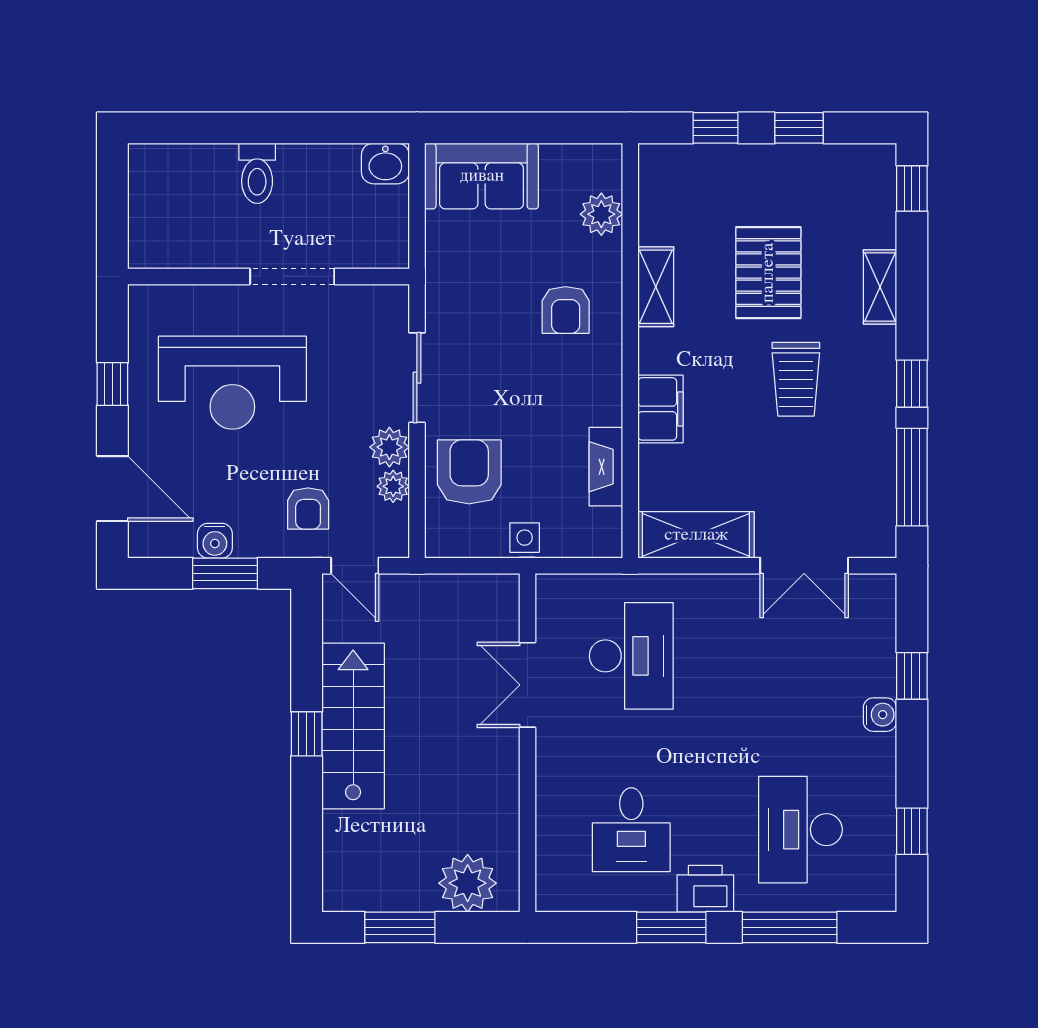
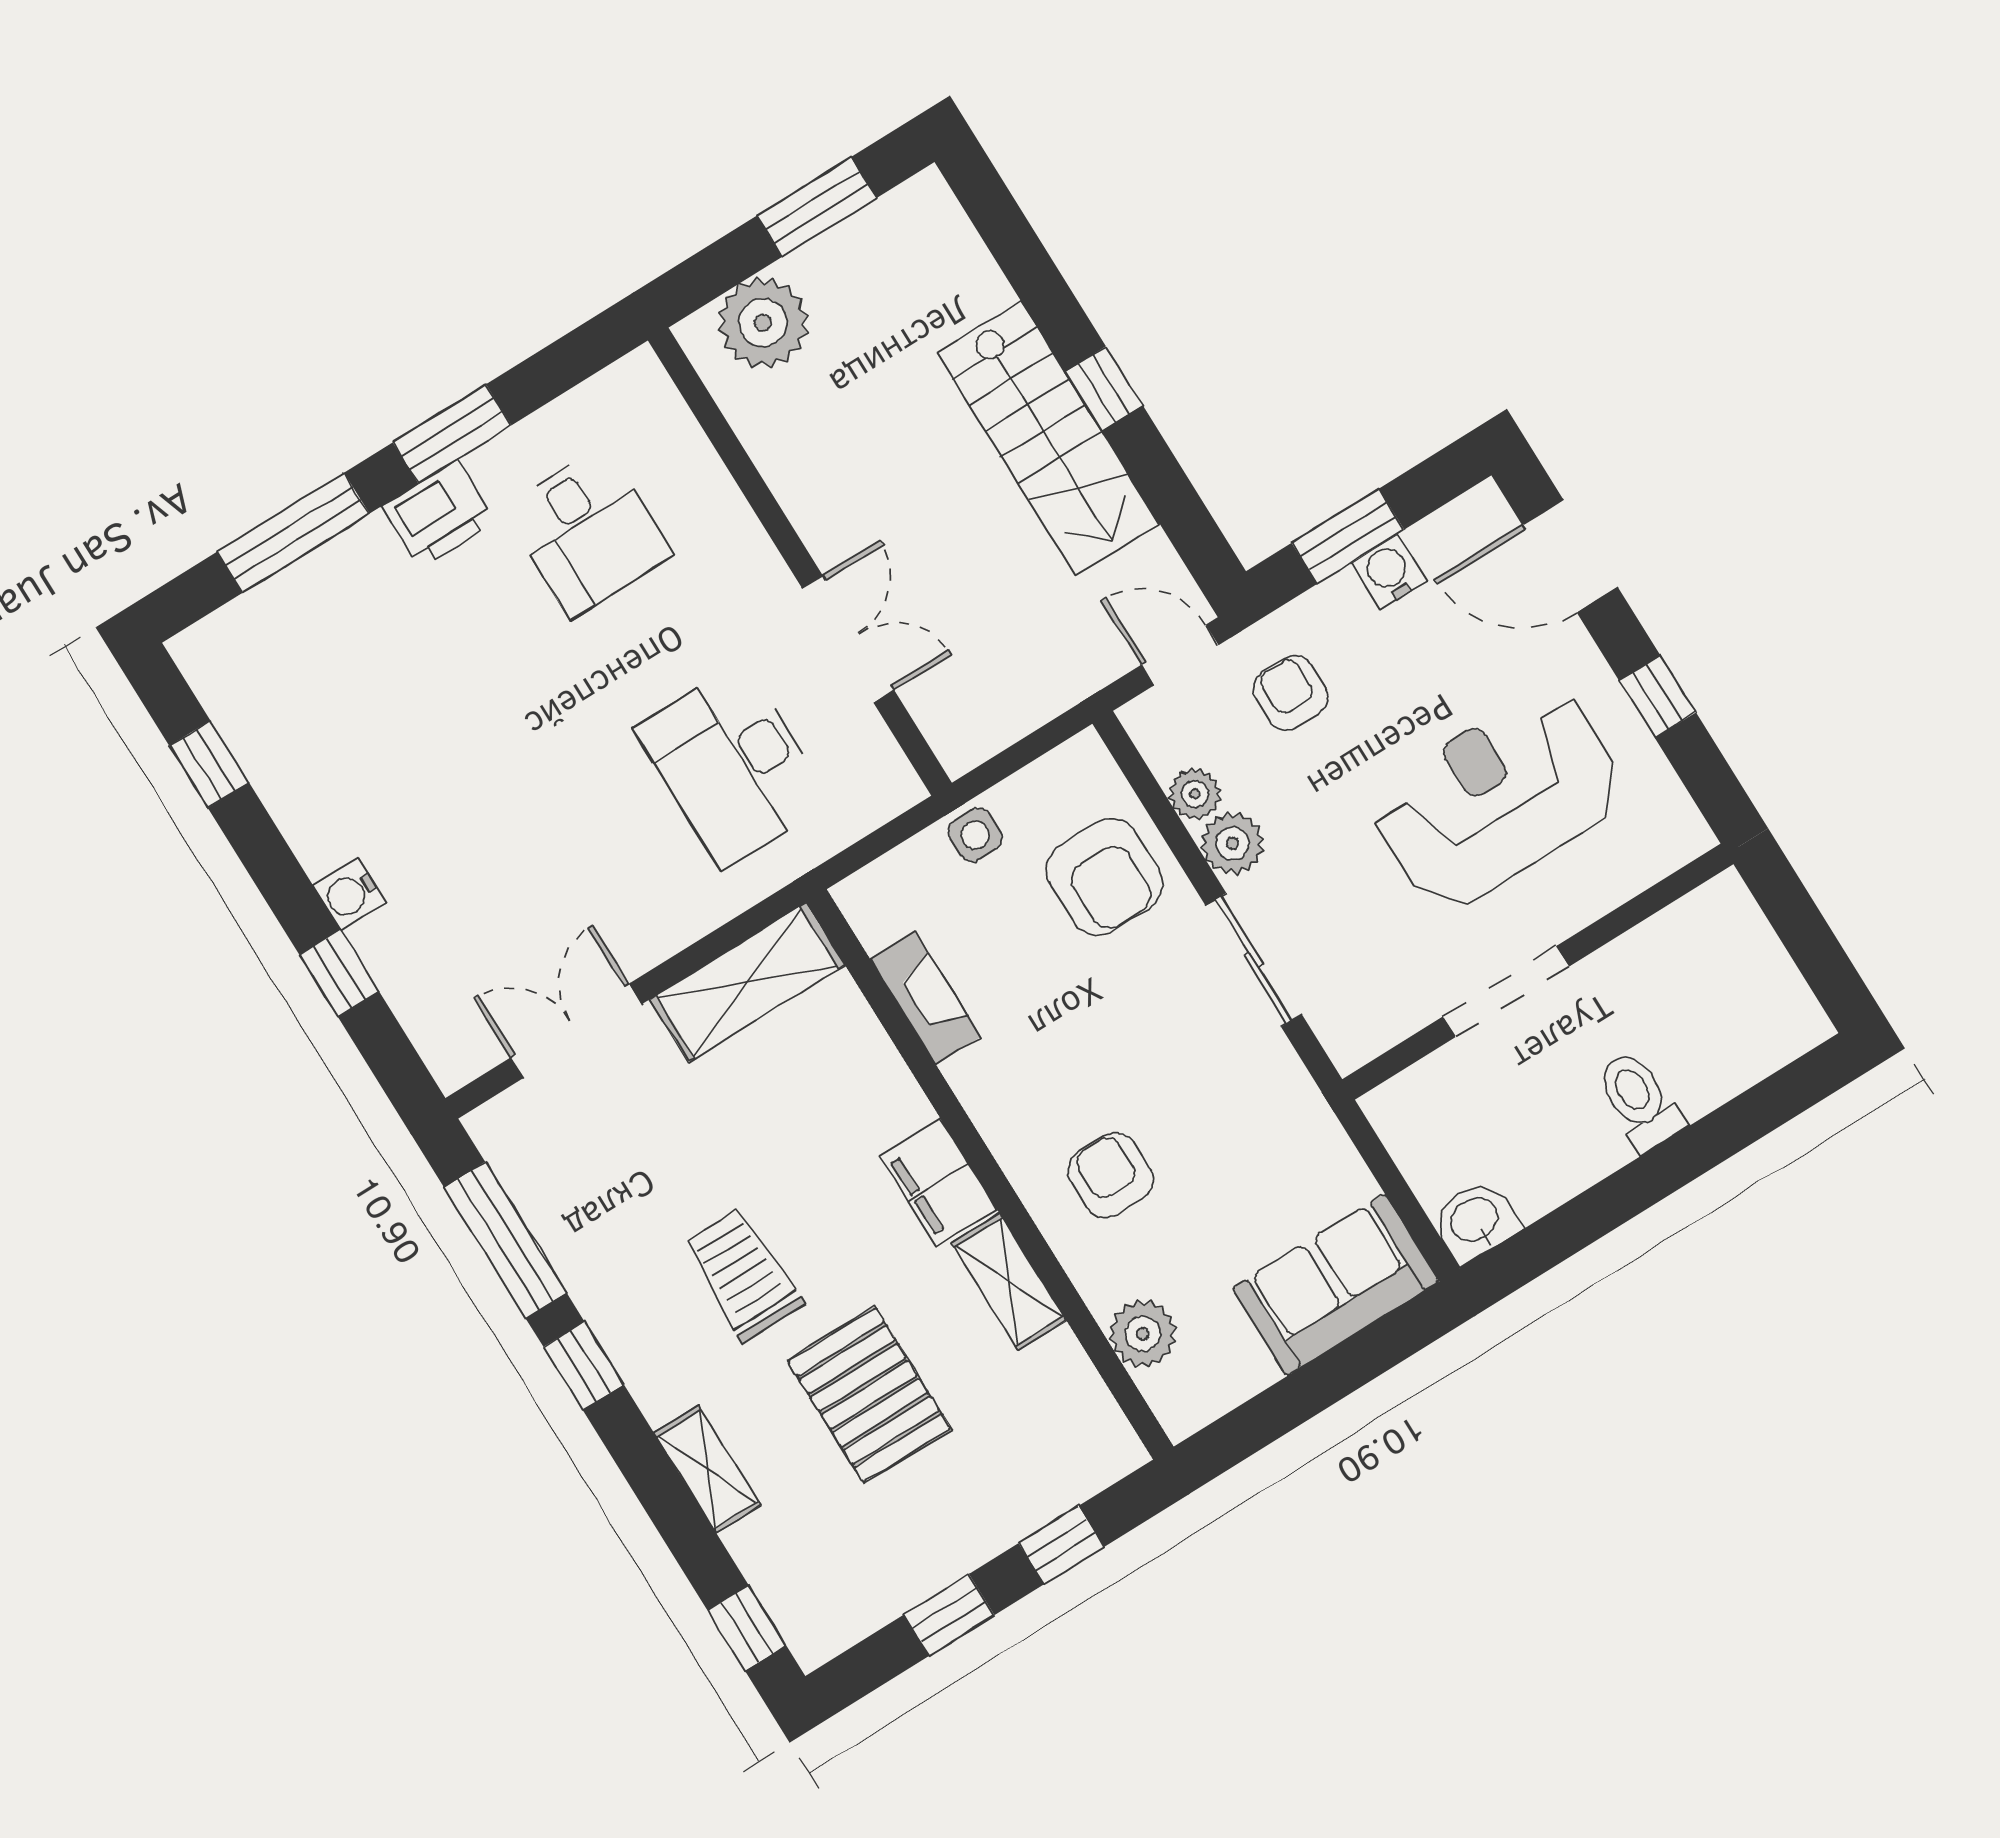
filing cabinet: (660, 409) -> (938, 1182), moved
desk: (631, 830) -> (588, 532), turned 180
desk: (800, 830) -> (360, 673), removed

